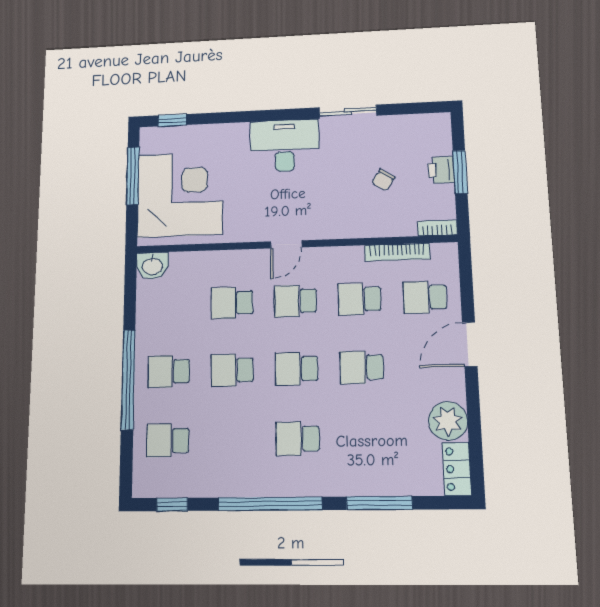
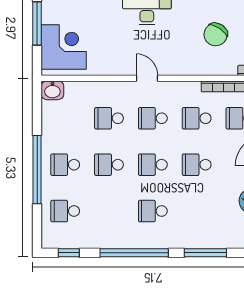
chair: (383, 180) -> (216, 34), width x1.87, depth x1.87
corner desk: (180, 194) -> (64, 47), width x0.74, depth x0.74
door: (286, 244) -> (147, 78), swing flipped

